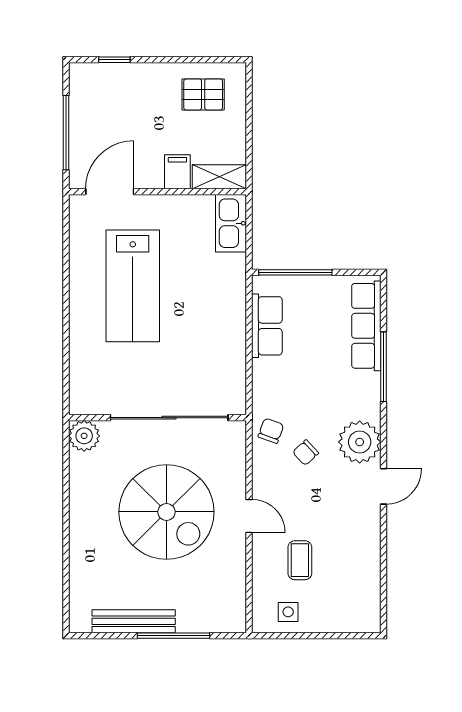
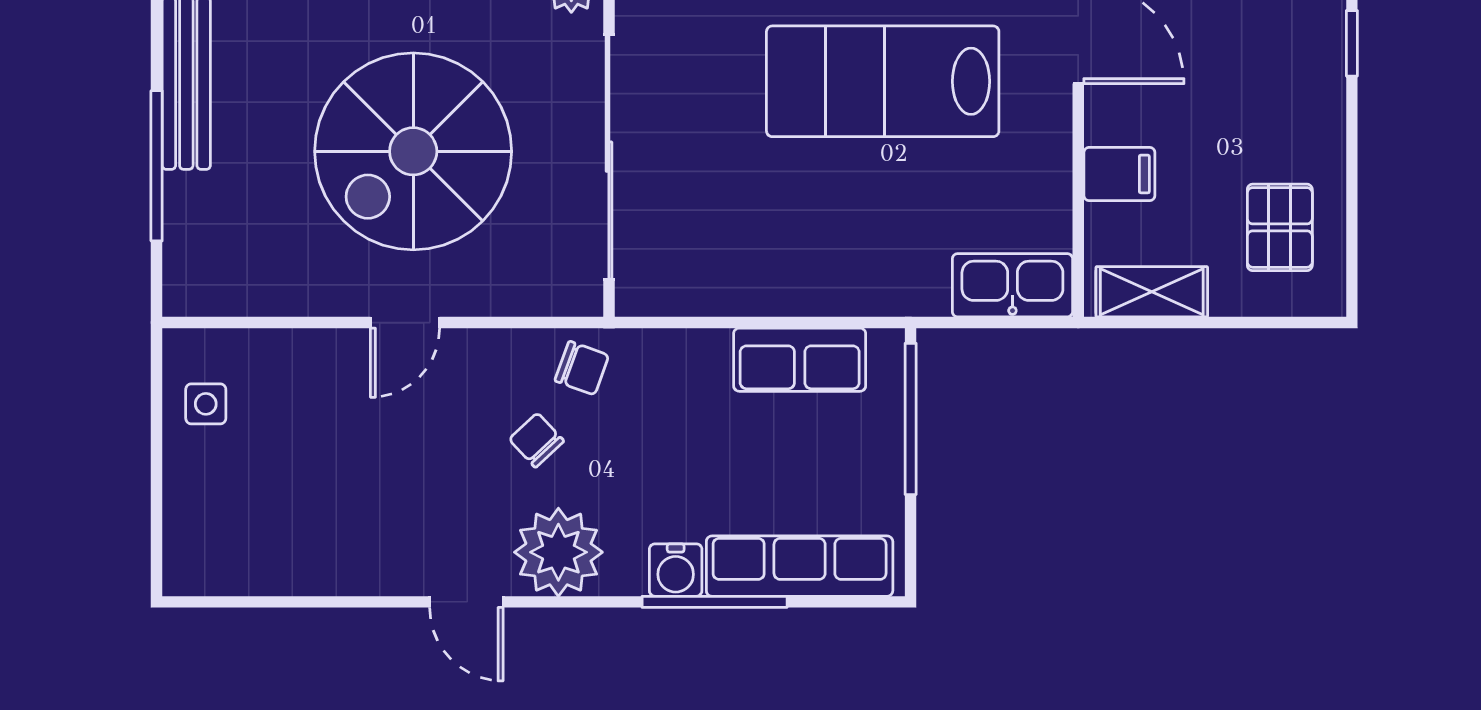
shelving: (219, 177) -> (1152, 292), moved, turned 90
water cooler: (368, 386) -> (676, 570), added
coffee table: (300, 560) -> (313, 428), removed

